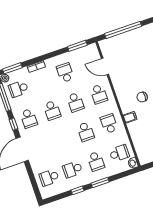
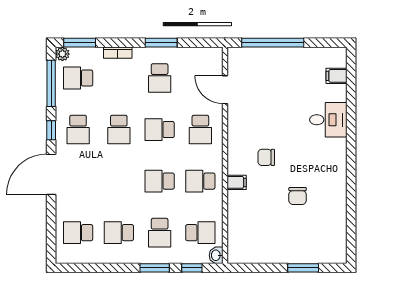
window: (77, 46) -> (161, 43), moved
school desk: (65, 73) -> (160, 78), turned 180
school desk: (75, 102) -> (160, 130), turned 90
school desk: (109, 124) -> (200, 181), turned -90
school desk: (86, 132) -> (160, 181), turned 90
window: (78, 190) -> (192, 268), moved

